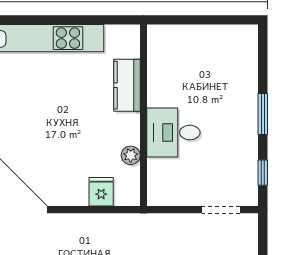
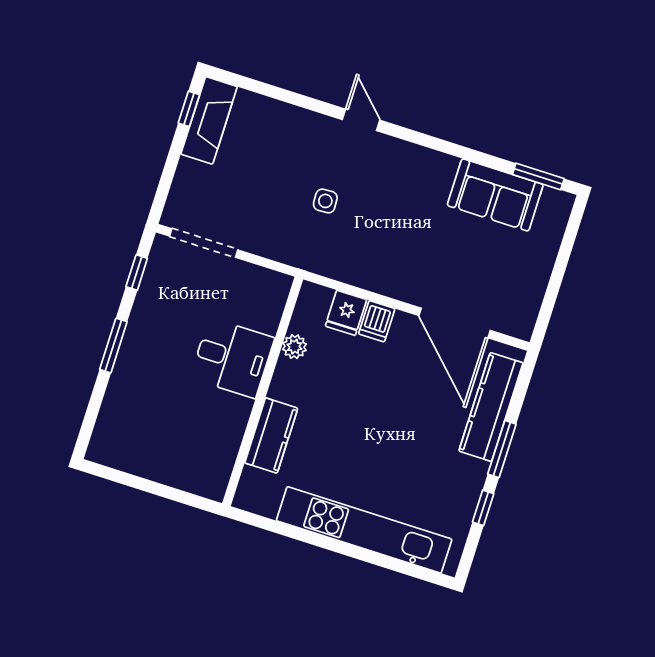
dishwasher: (77, 193) -> (377, 321), added
doorway: (221, 210) -> (204, 243), width x1.38

